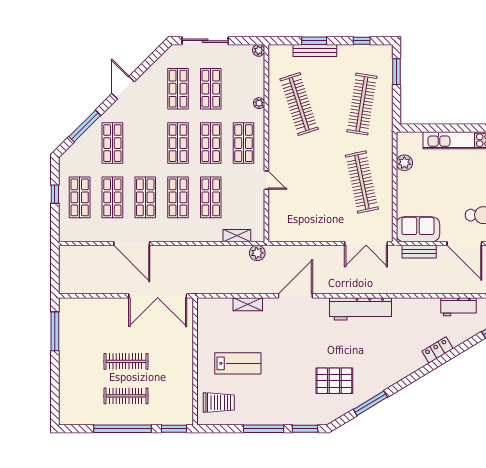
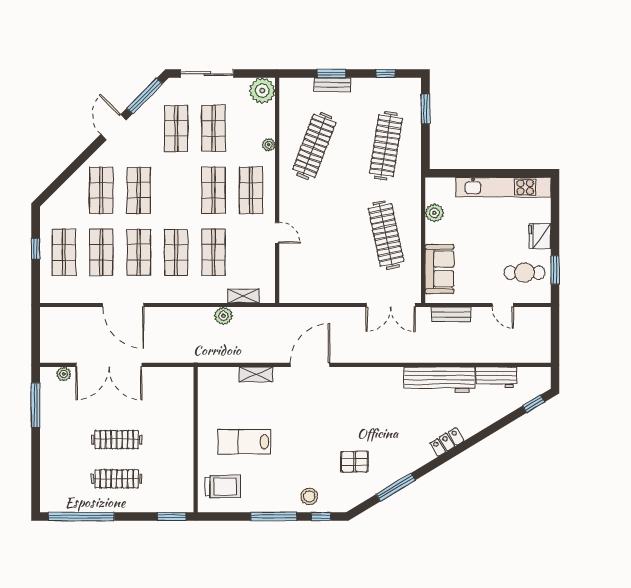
plant: (259, 50) -> (262, 91), width x1.88, depth x1.88
bench: (315, 50) -> (332, 85), width x0.73
clothes rail: (299, 104) -> (314, 146), turned 39
window: (85, 126) -> (145, 96), moved
shop shelf: (178, 143) -> (139, 190), moved
sofa: (418, 229) -> (440, 269), moved, turned 90
door: (464, 243) -> (503, 305), width x0.53
plant: (257, 253) -> (223, 316), moved
double door: (158, 296) -> (109, 365), moved
plant: (79, 304) -> (64, 374), added
workbench: (360, 309) -> (439, 380), moved
locker: (438, 350) -> (447, 442), moved
lab bench: (238, 363) -> (244, 442), turned 180
pallet: (334, 381) -> (355, 462), width x0.67, depth x0.71
stool: (295, 411) -> (309, 496), added
window: (122, 429) -> (81, 516), moved
window: (305, 429) -> (321, 516), width x0.67

